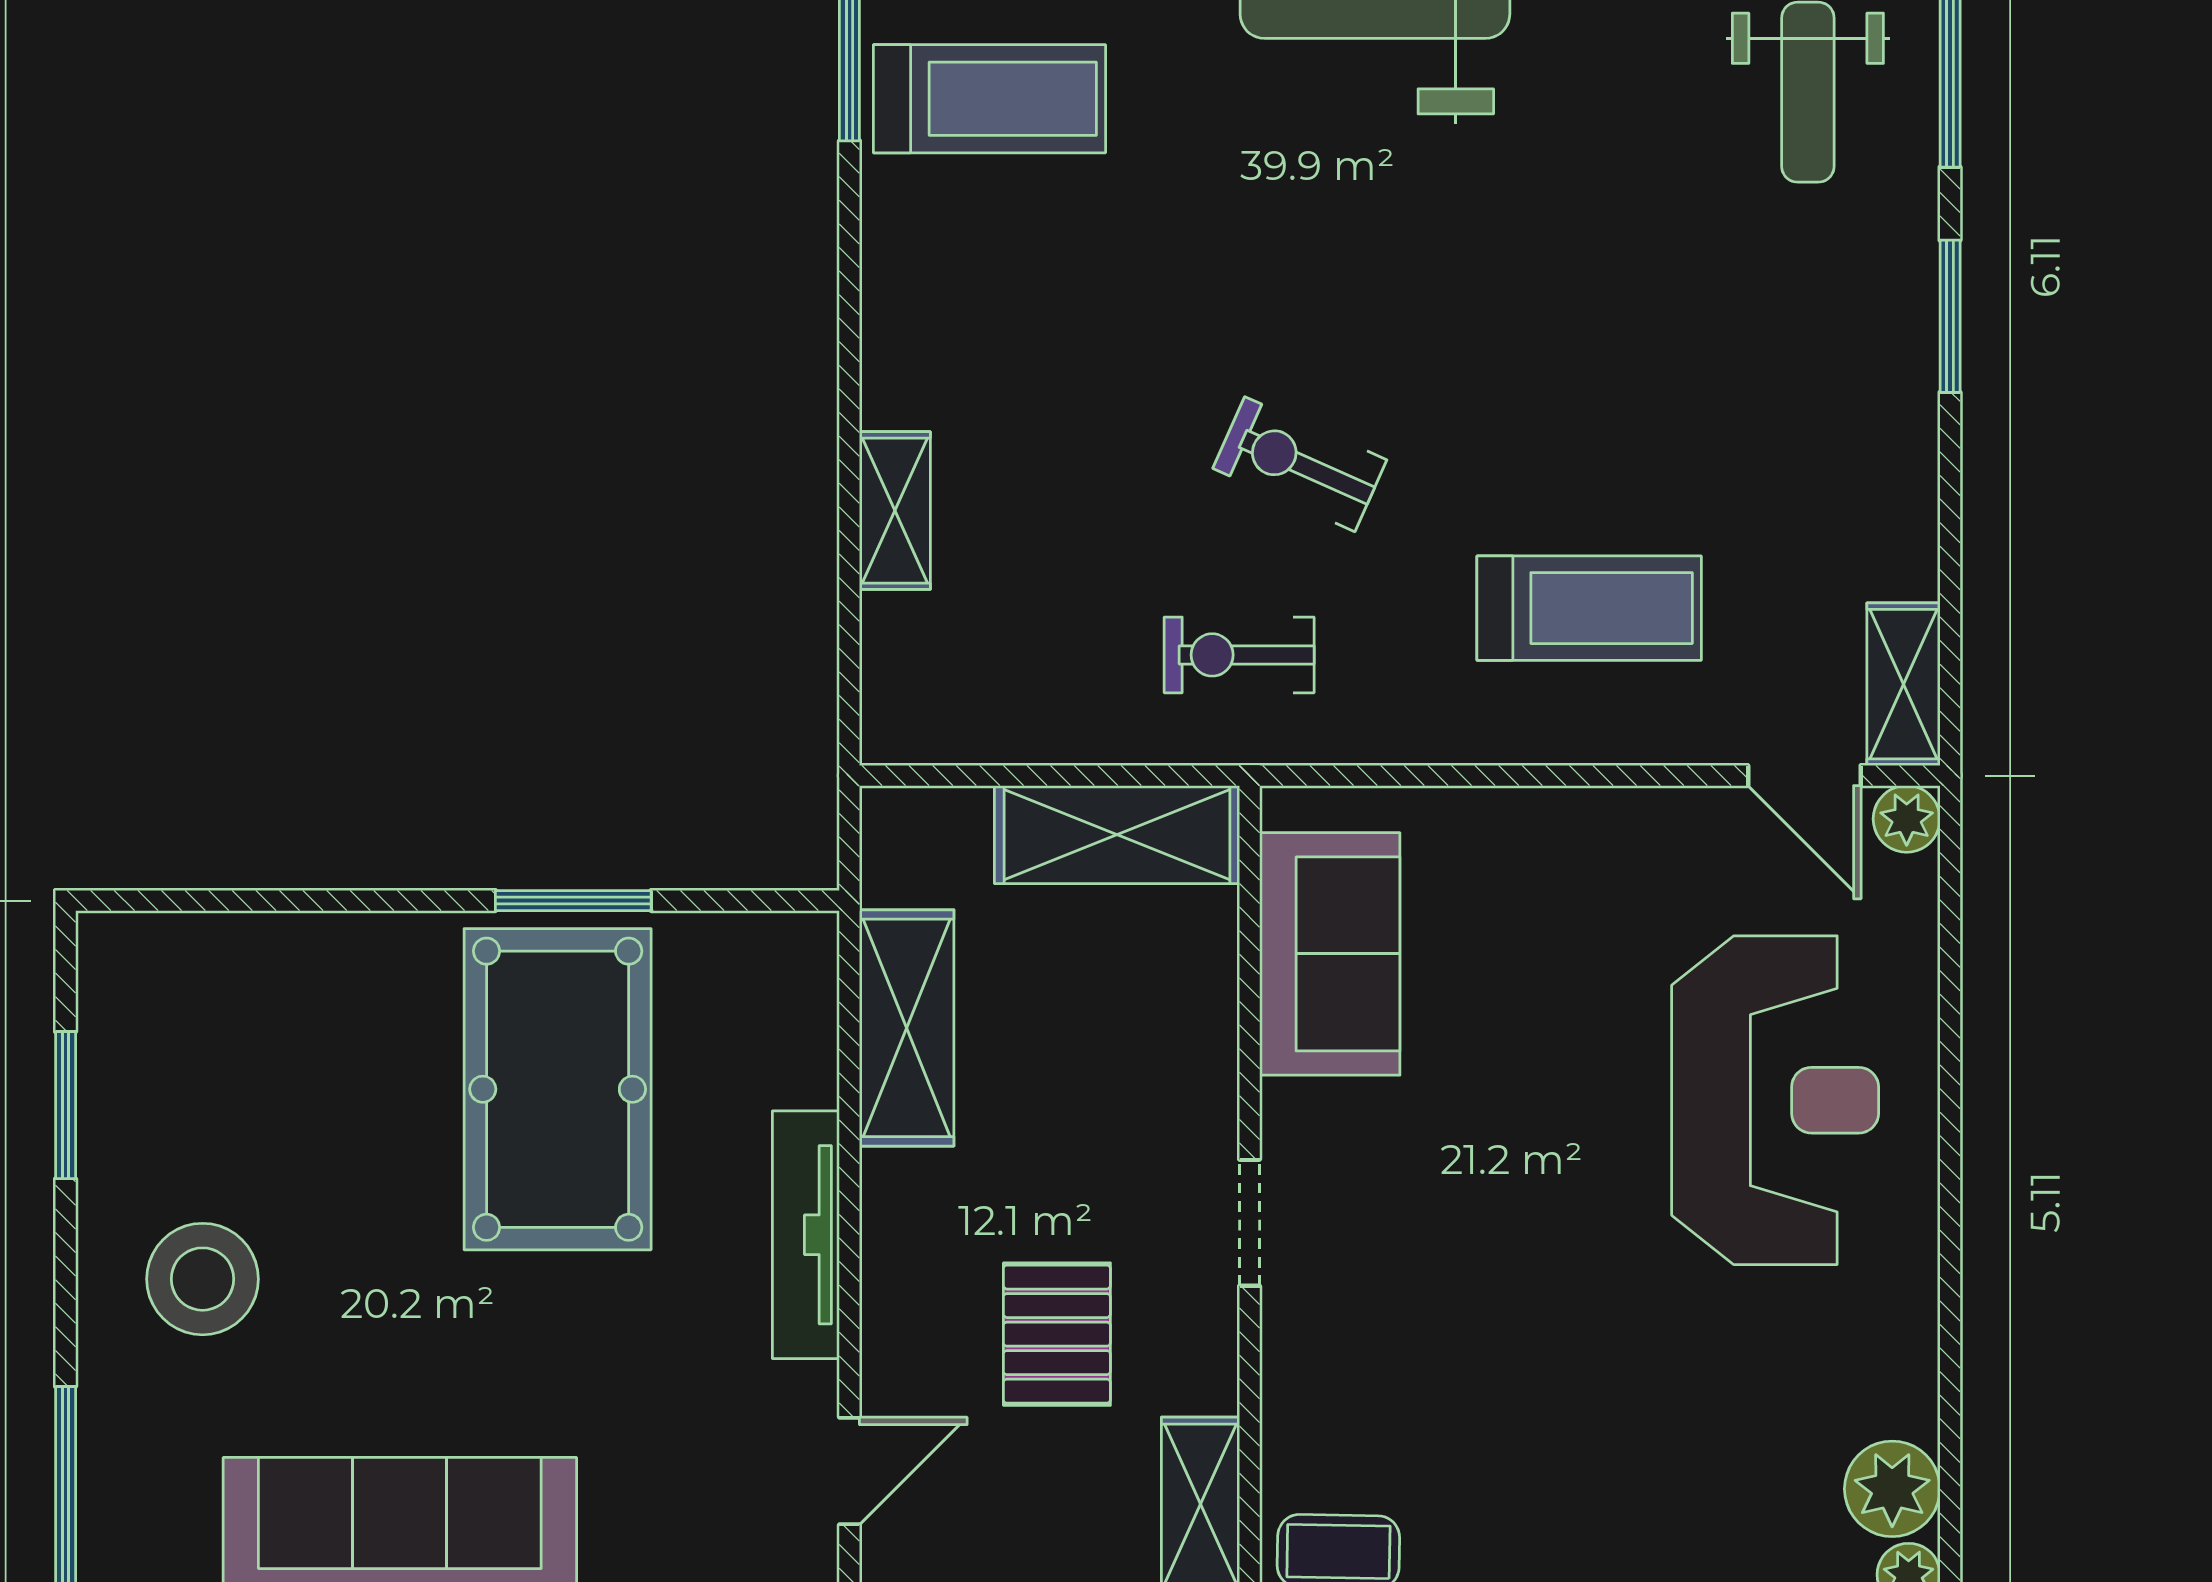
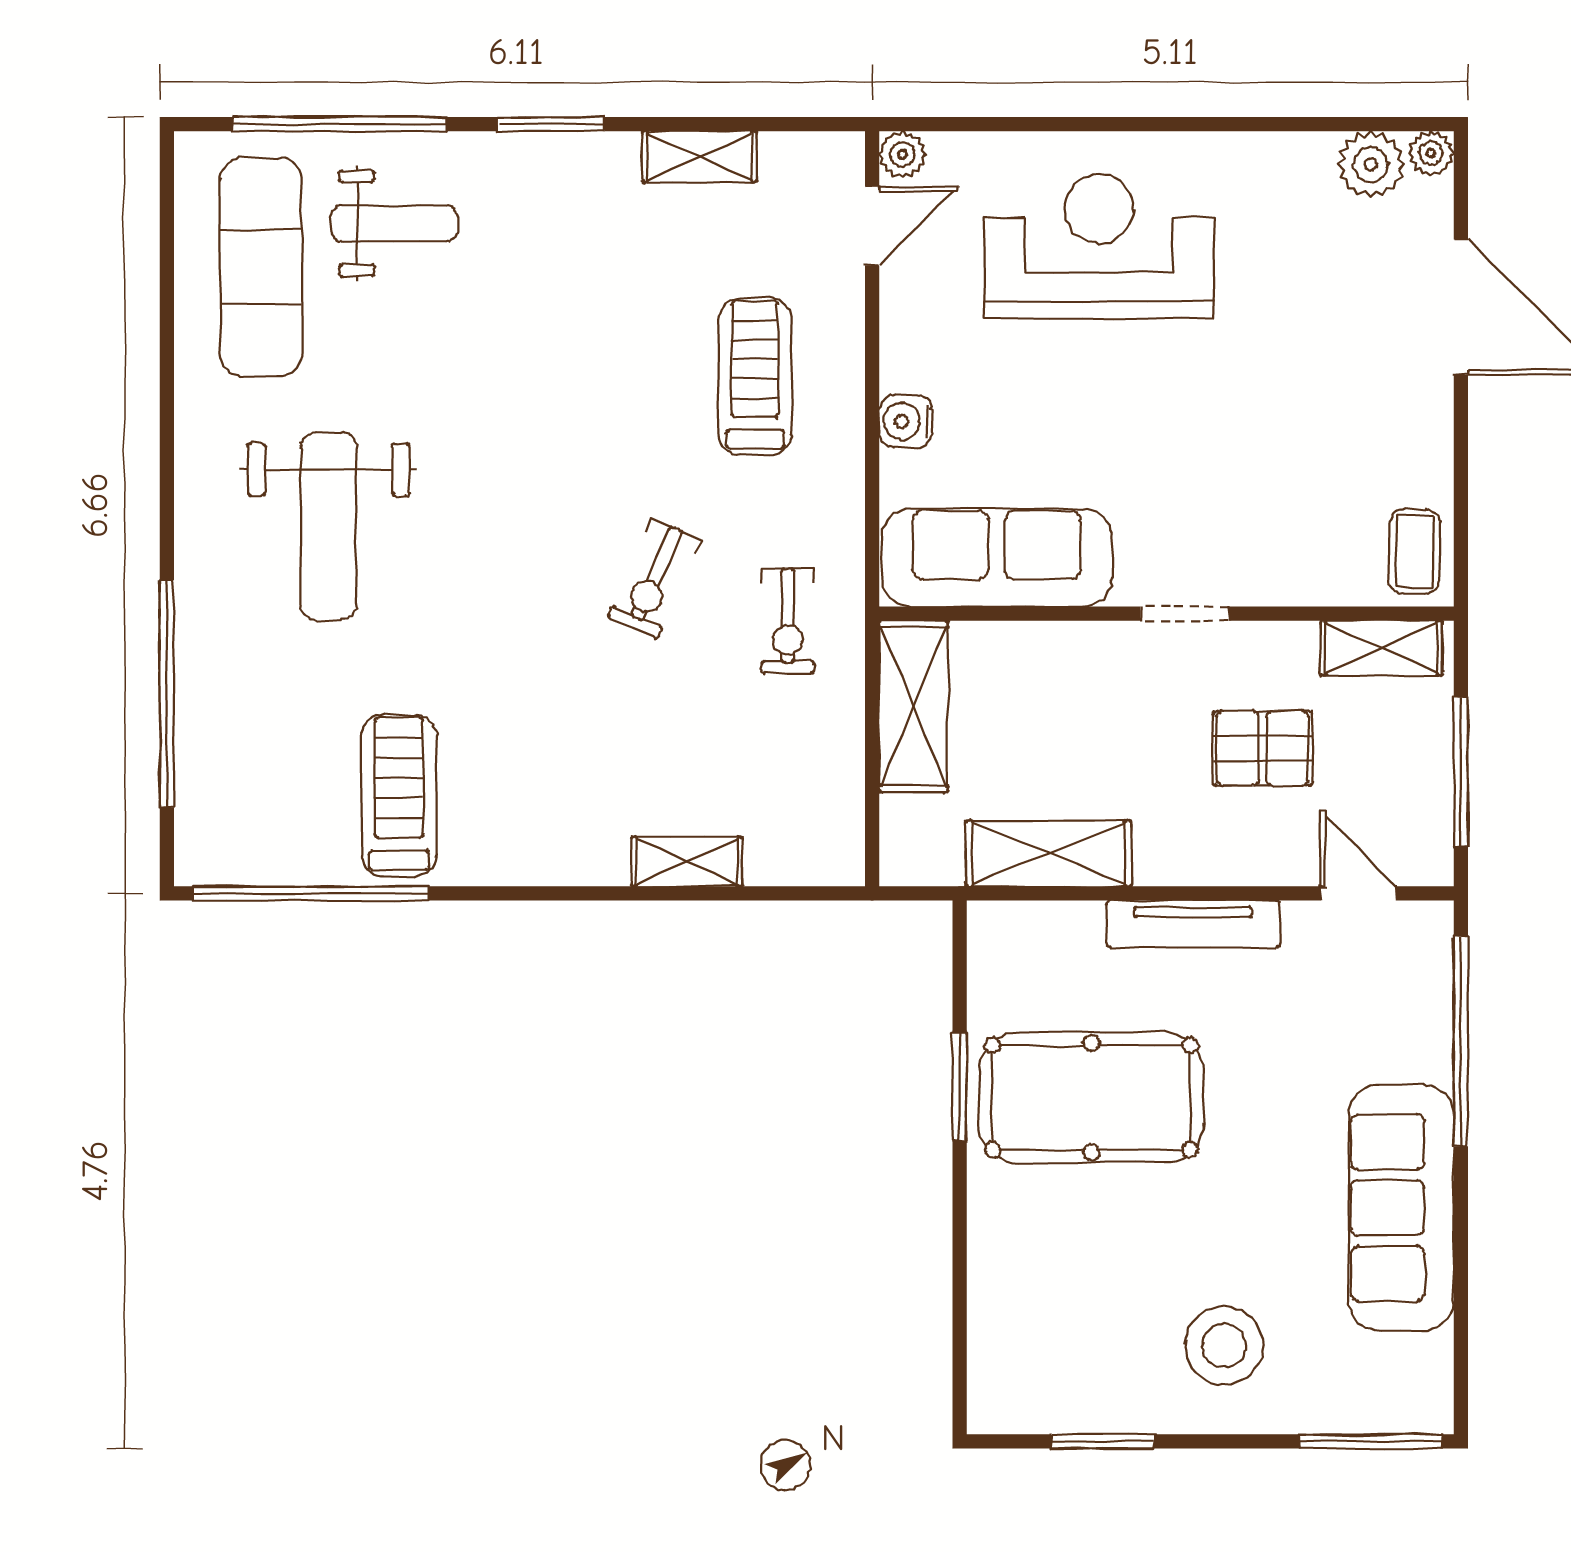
shelving: (1903, 684) -> (700, 157), moved
water cooler: (1525, 824) -> (906, 421), added
sofa: (1330, 954) -> (997, 558), width x1.36

